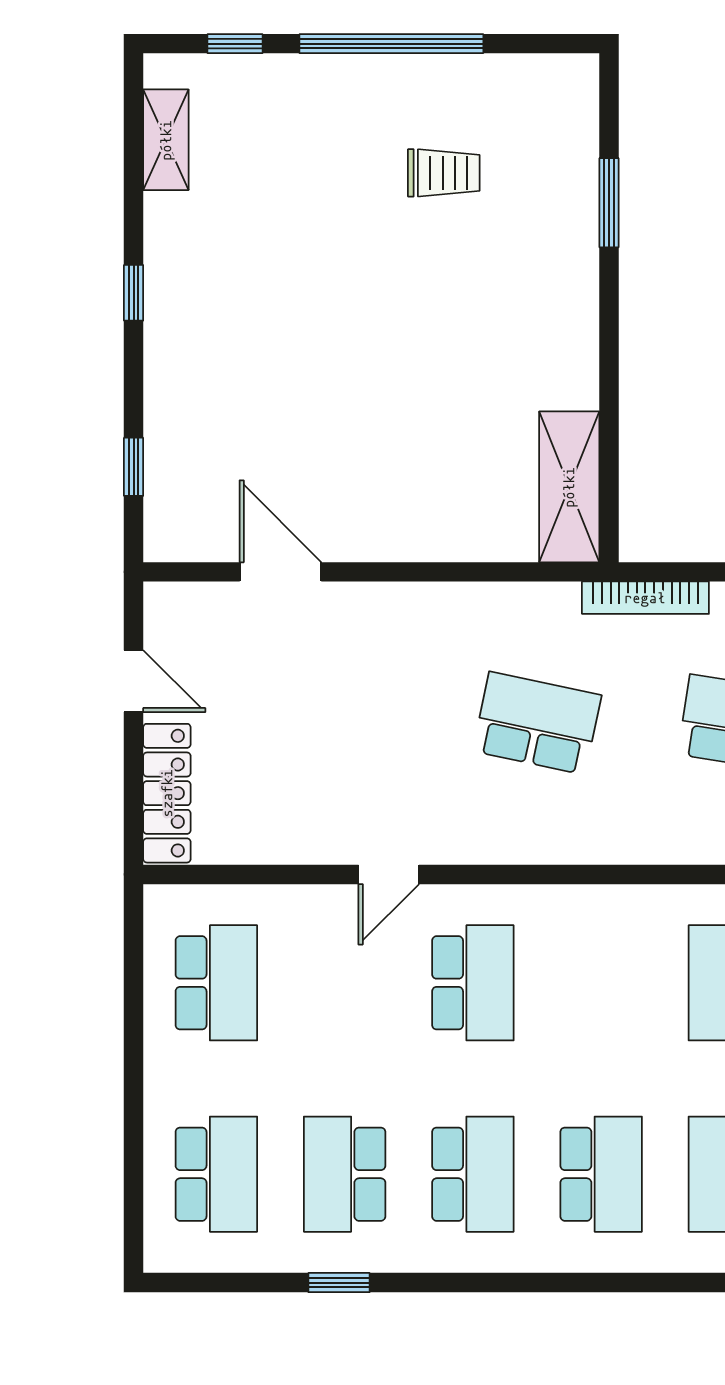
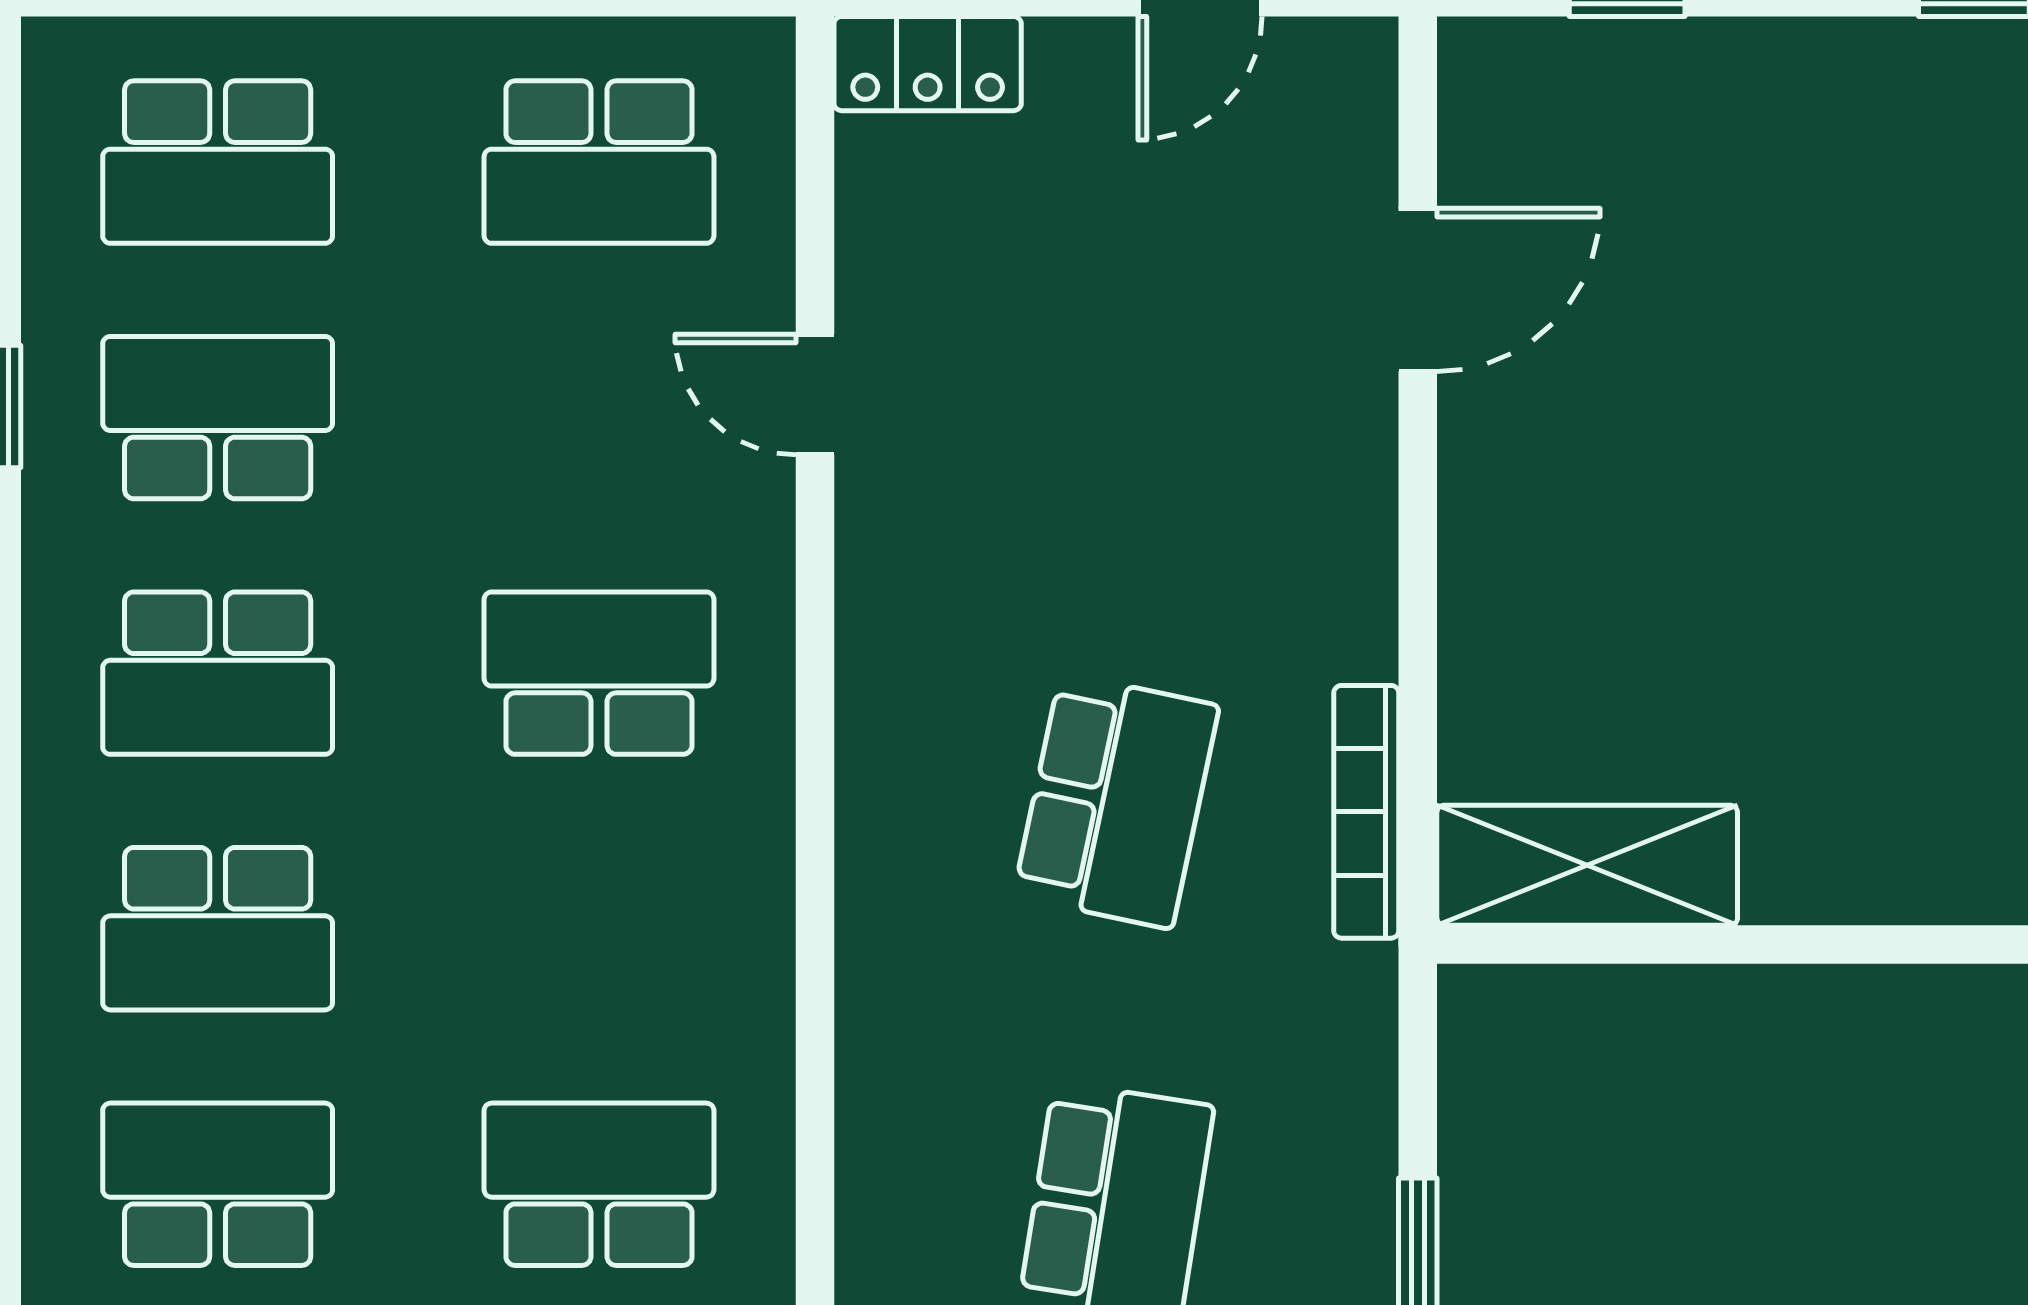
bookcase: (645, 598) -> (1366, 812), moved
locker: (167, 793) -> (928, 64), width x0.66
door: (389, 874) -> (815, 395), moved
school desk: (473, 983) -> (599, 673), turned 180

